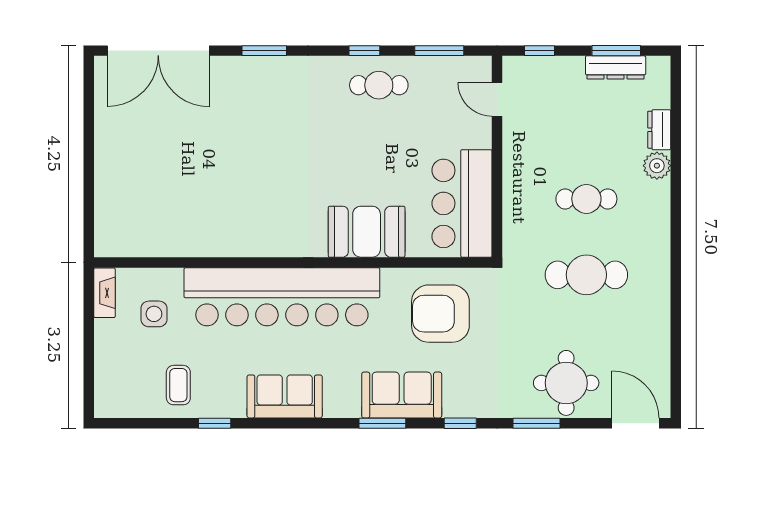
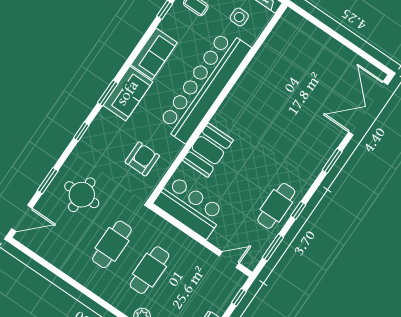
cafe table: (379, 85) -> (276, 206), width x1.37, depth x1.35
cafe table: (586, 199) -> (150, 270), width x1.37, depth x1.35
armchair: (440, 314) -> (142, 159), width x0.73, depth x0.73
round table: (566, 383) -> (82, 195), moved
sofa: (402, 395) -> (128, 93), moved
window: (536, 423) -> (48, 181), moved

